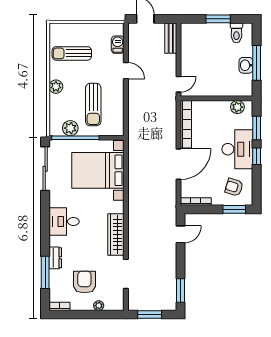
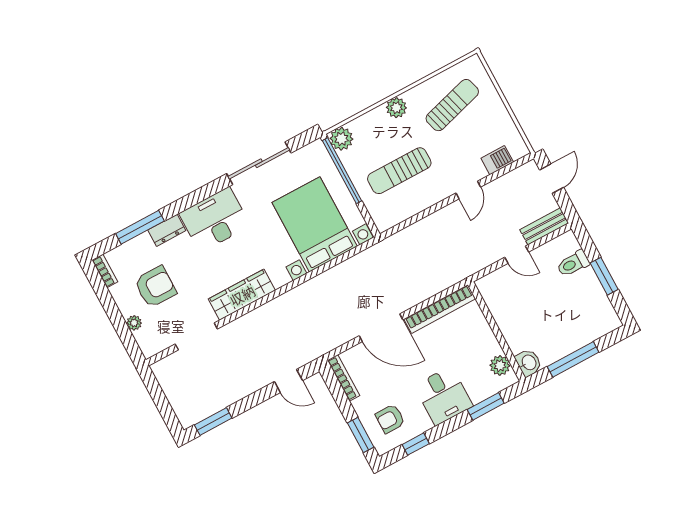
toilet: (236, 33) -> (573, 264), moved
sun lounger: (72, 53) -> (452, 105), turned 74
washbasin: (246, 65) -> (529, 363), moved, turned 90
door: (178, 84) -> (517, 255), moved
plant: (70, 128) -> (341, 139), moved
desk: (237, 149) -> (443, 396), width x0.73
window: (257, 156) -> (416, 444), moved
sliding door: (45, 169) -> (259, 163), moved
armchair: (234, 187) -> (390, 419), turned -107
desk: (64, 221) -> (215, 220), width x1.37
window: (150, 314) -> (159, 397), removed

